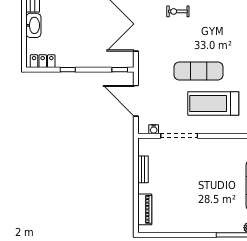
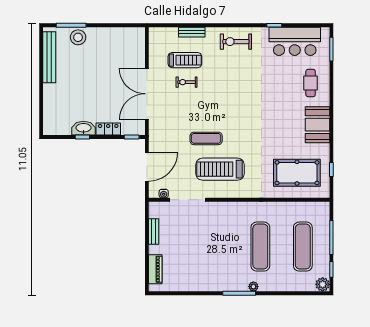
washbasin: (33, 25) -> (83, 128), moved, turned -90
locker: (43, 61) -> (108, 129), moved
exercise mat: (199, 71) -> (206, 138), width x0.73, depth x0.69
door: (136, 101) -> (147, 167), swing flipped

